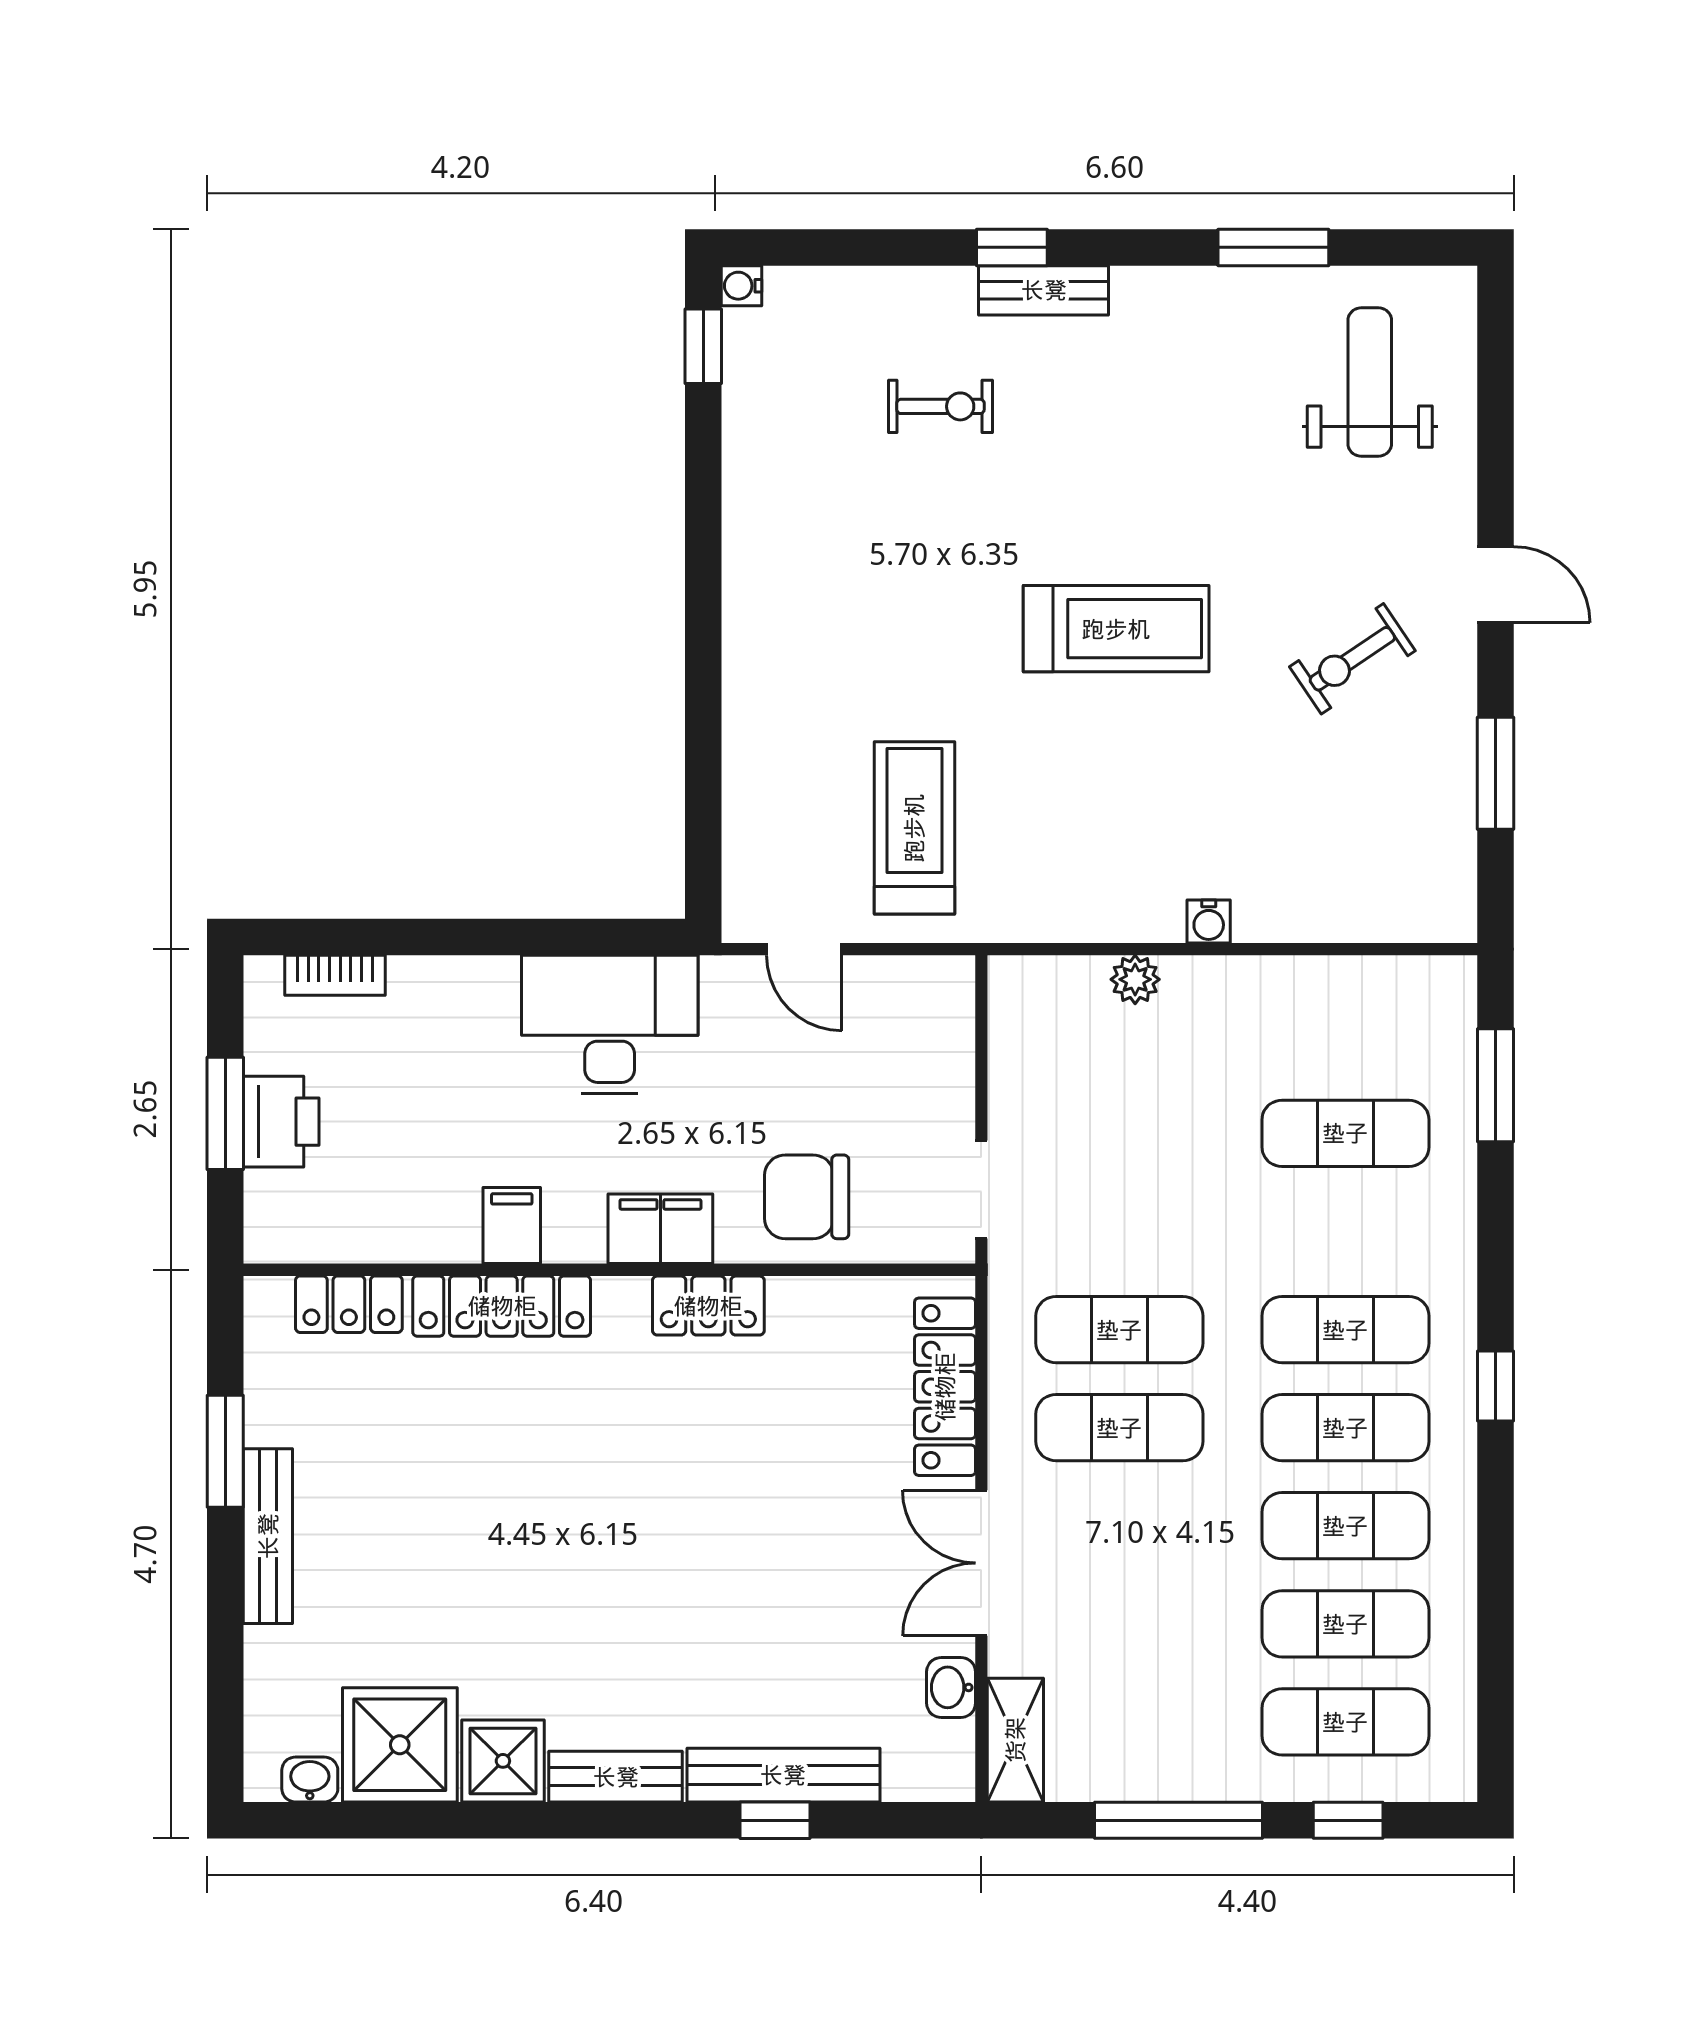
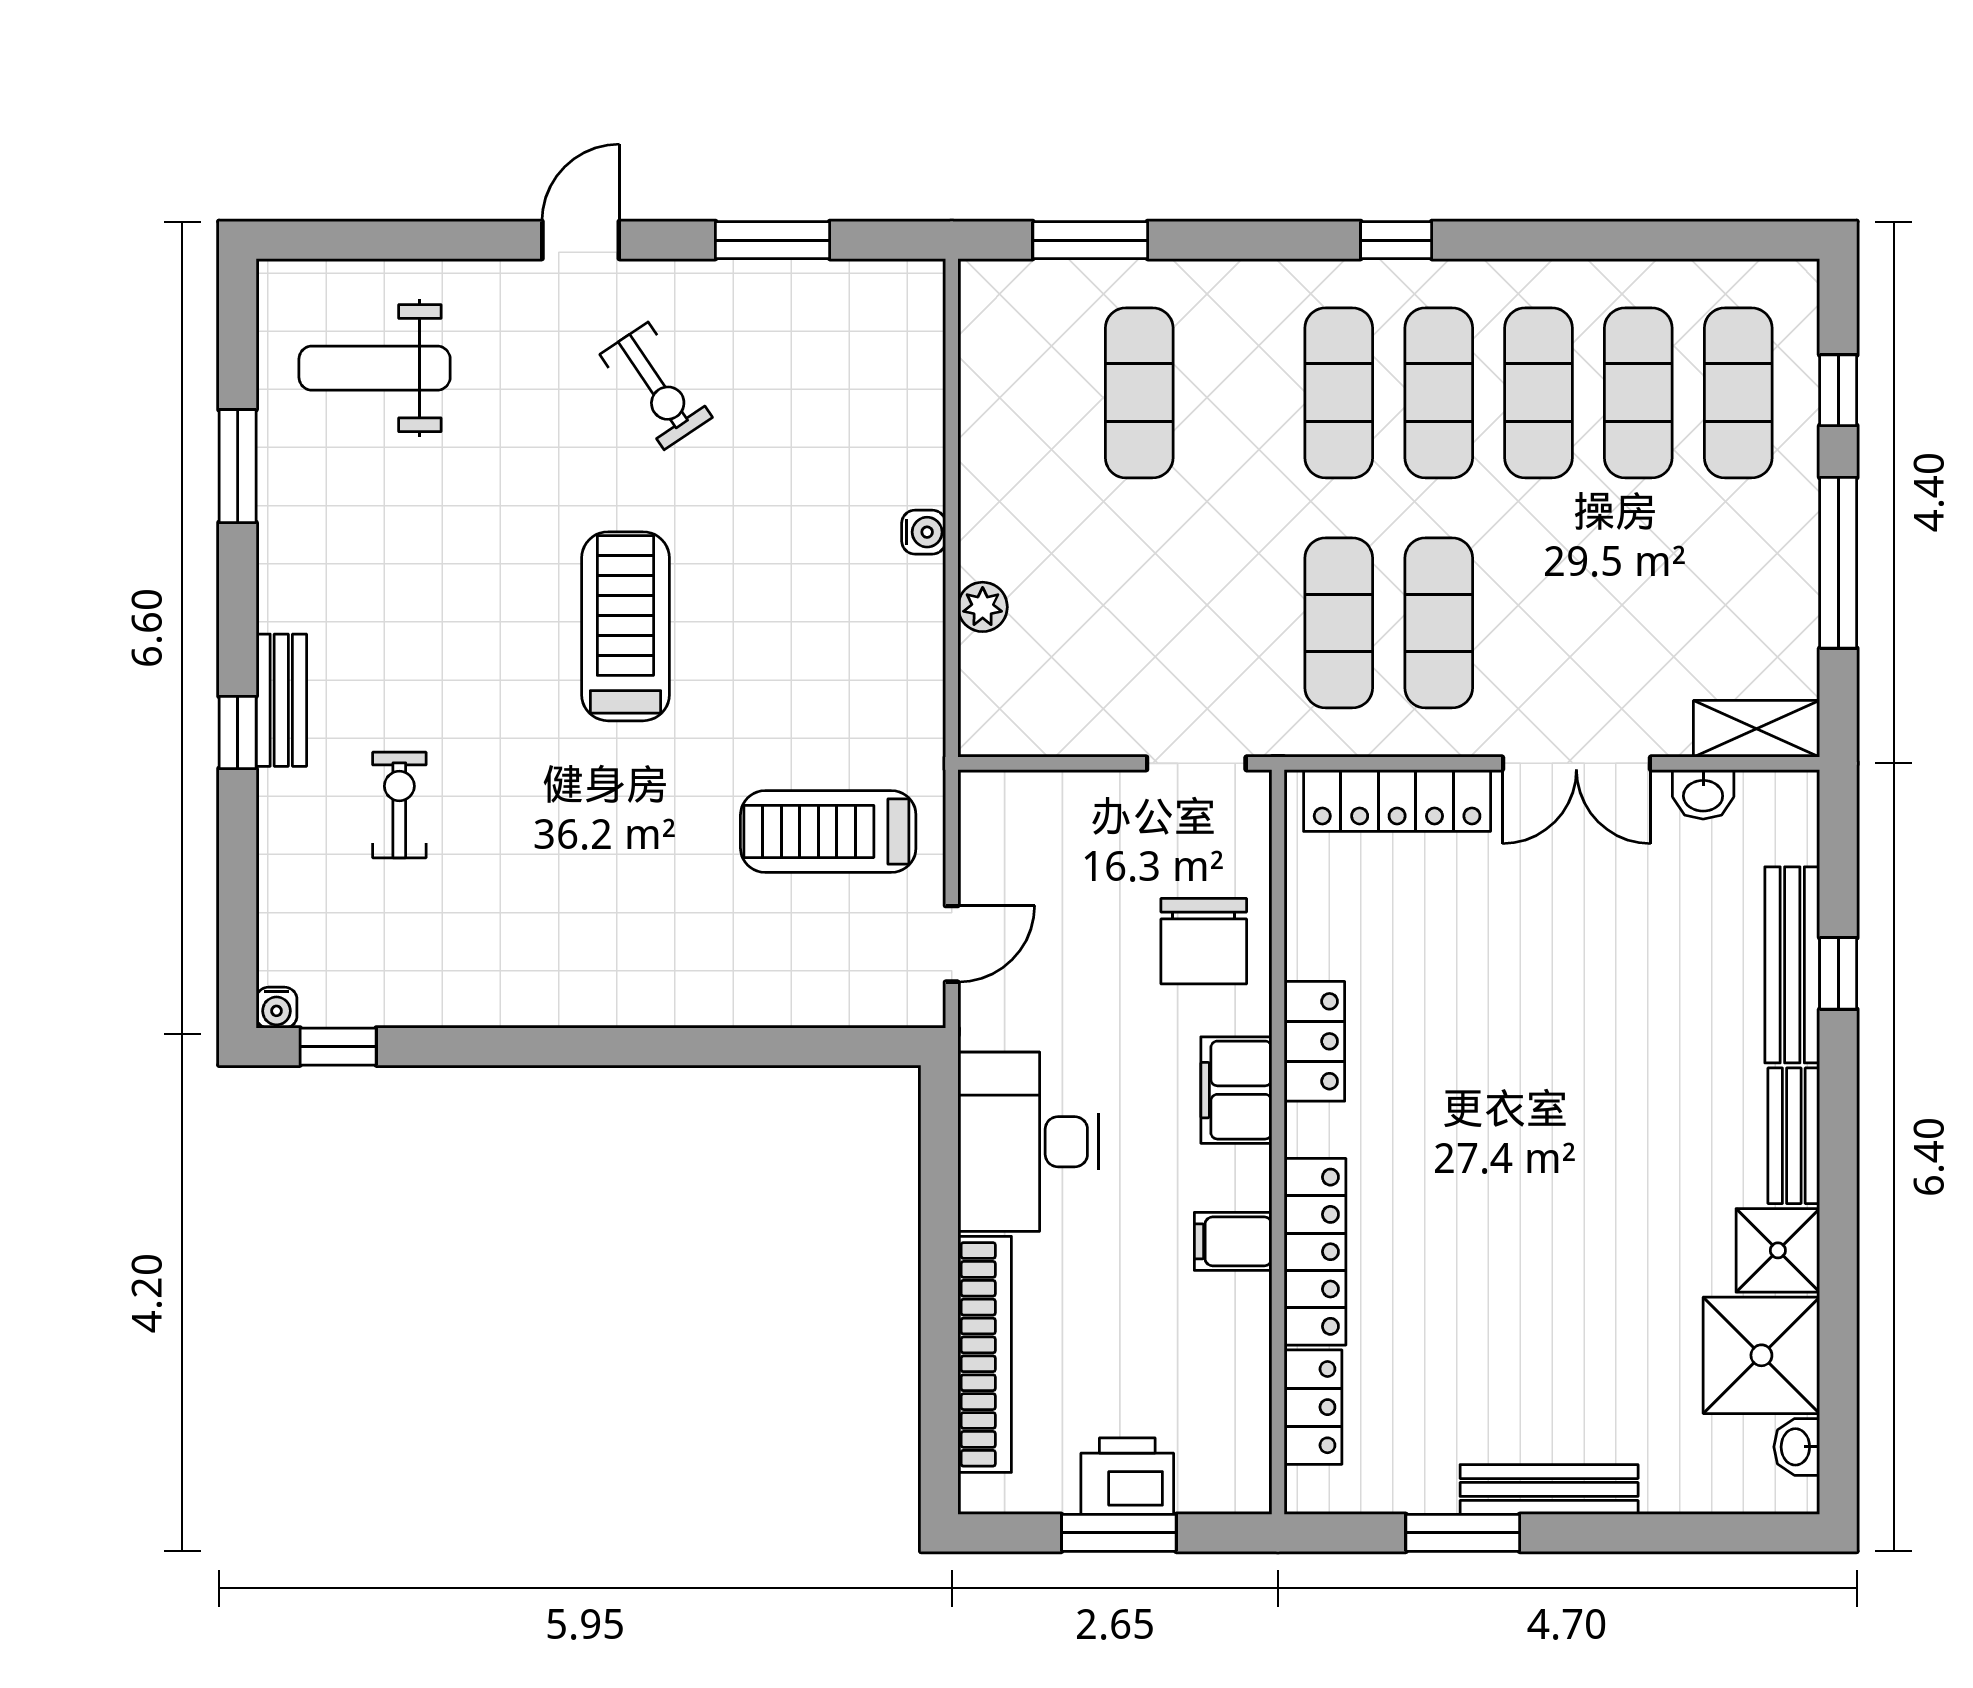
bookcase: (335, 975) -> (985, 1354), width x2.31, depth x1.31

